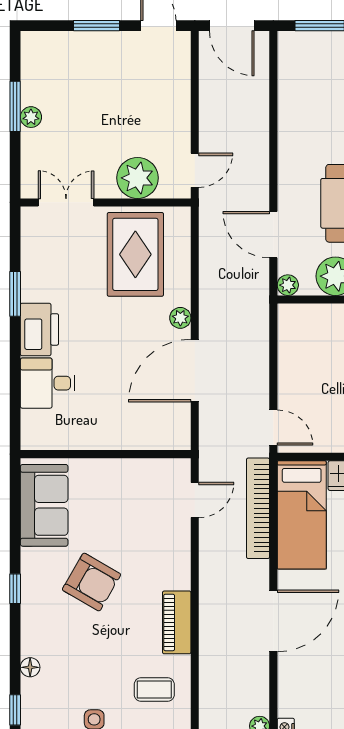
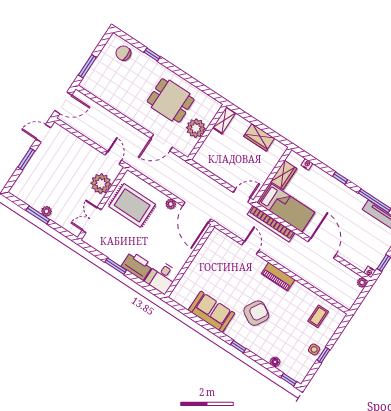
plant: (288, 285) -> (186, 150), removed
wall: (106, 454) -> (190, 261), moved
piano: (177, 622) -> (278, 277), moved

